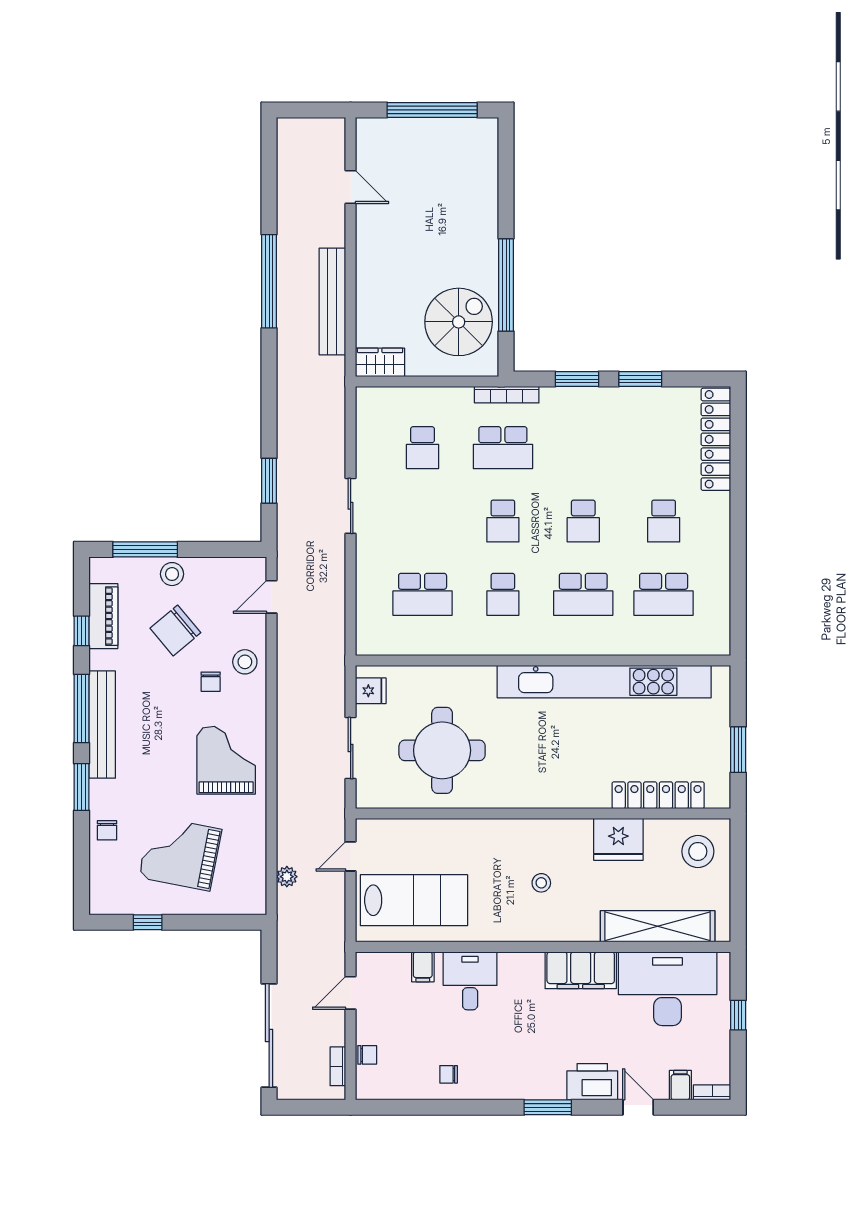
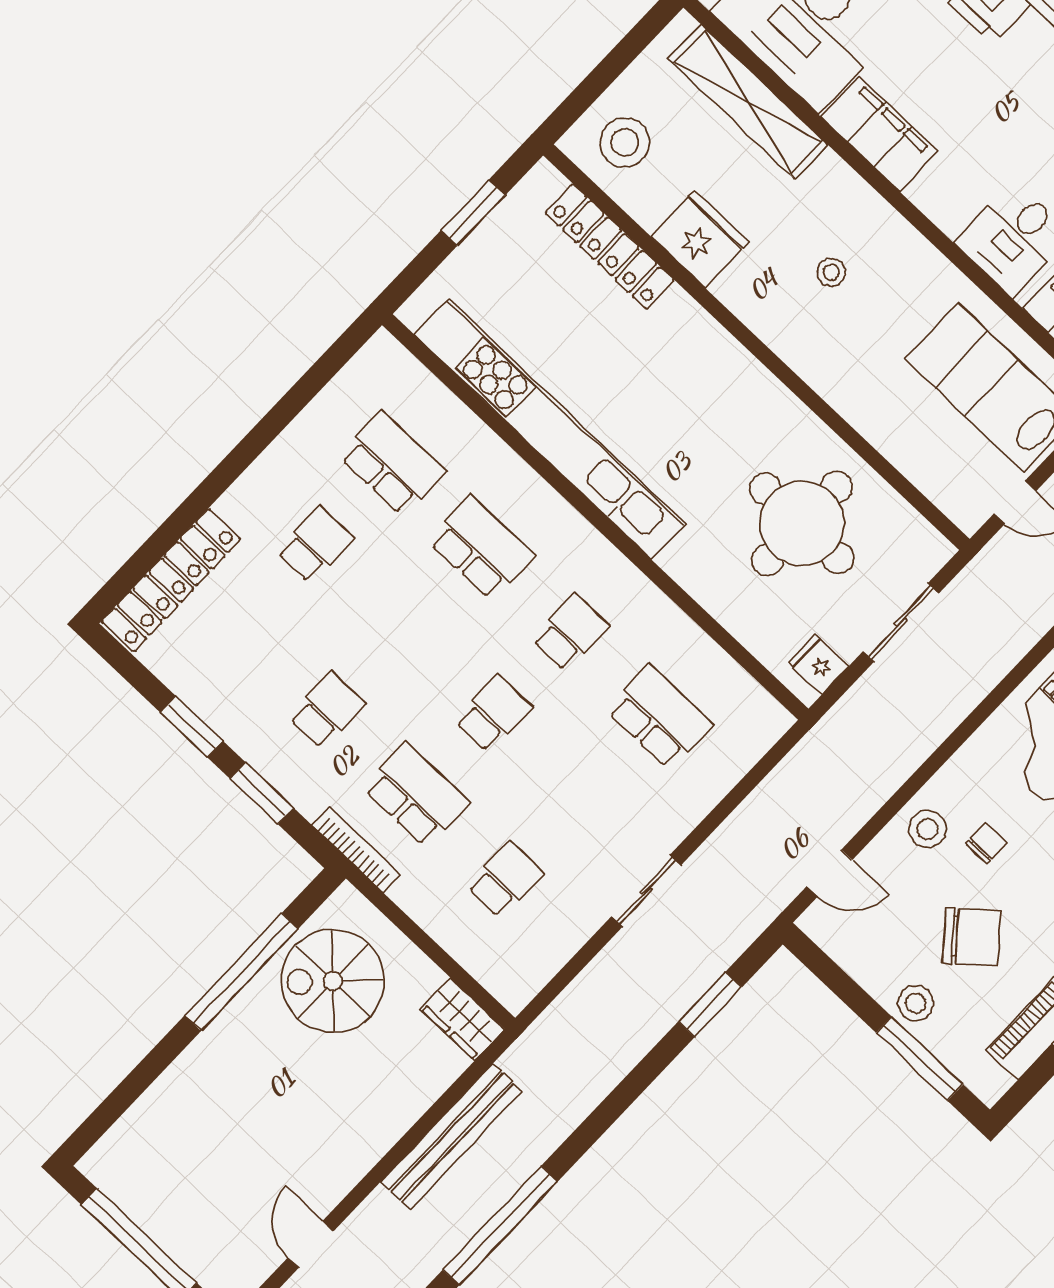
school desk: (583, 521) -> (327, 710), moved

